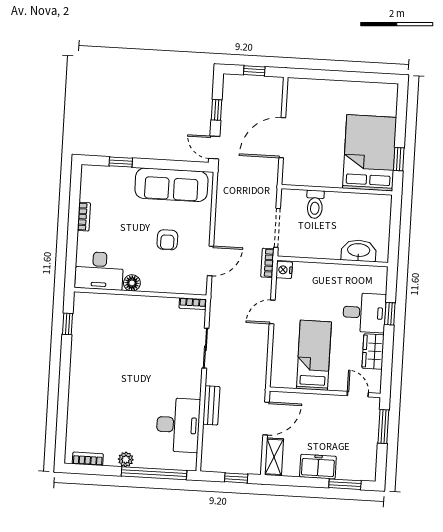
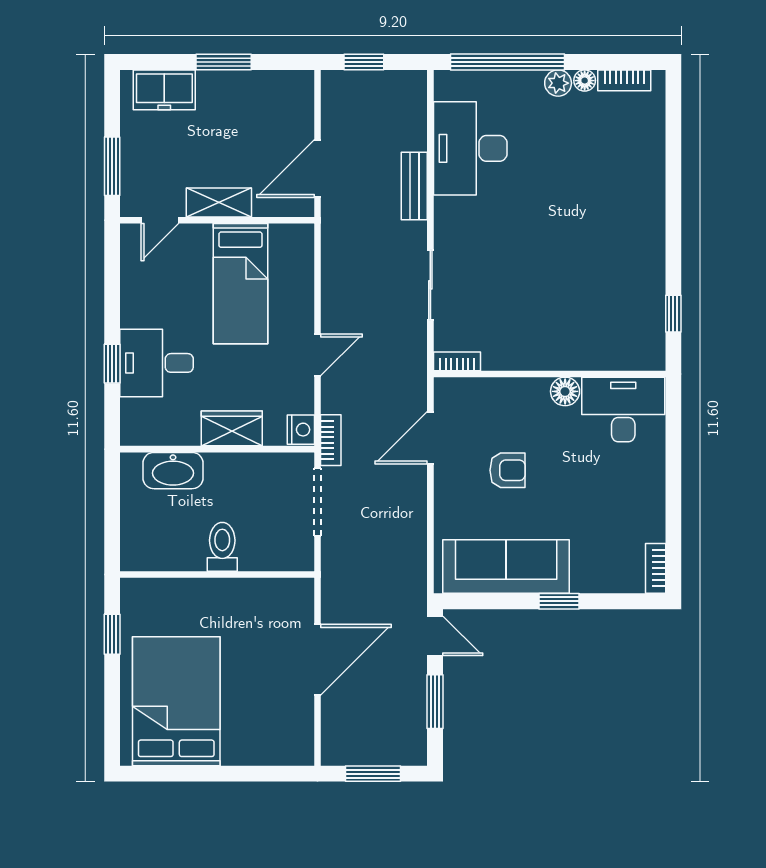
window: (254, 71) -> (373, 774), width x1.50
window: (216, 110) -> (435, 702), width x1.50
bed: (370, 153) -> (176, 701), moved, turned 180
window: (121, 162) -> (559, 601), moved
toilet: (315, 204) -> (222, 547), moved
bookcase: (84, 217) -> (656, 568), moved
armchair: (167, 240) -> (508, 470), turned 90
wardrobe: (373, 352) -> (232, 428), moved, turned -90
door: (358, 394) -> (160, 220), hinge flipped
shelving: (274, 457) -> (219, 202), moved, turned 90
floor lamp: (110, 460) -> (585, 81), added
freezer: (318, 467) -> (164, 90), moved
window: (345, 484) -> (224, 62), moved

